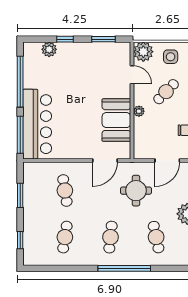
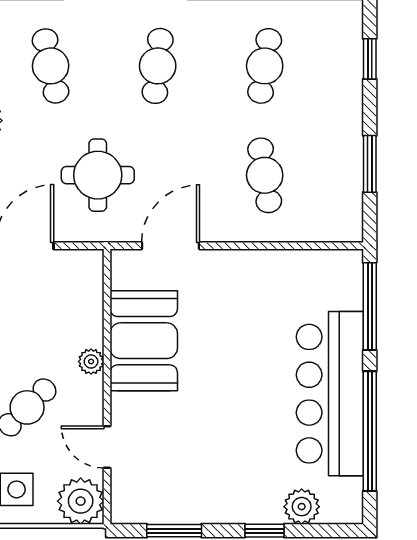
bar counter: (37, 124) -> (330, 394), moved

